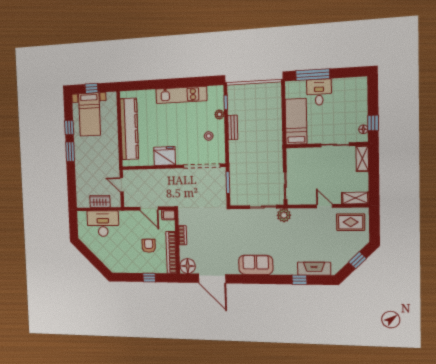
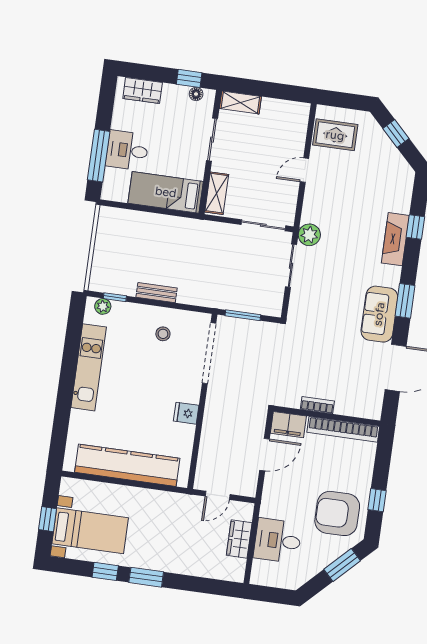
wardrobe: (360, 94) -> (143, 90), added
plant: (219, 114) -> (103, 306), moved
fridge: (165, 156) -> (186, 413), width x0.53, depth x0.75
shelving: (355, 198) -> (217, 193), moved
filing cabinet: (168, 215) -> (288, 425), width x2.00
rug: (351, 222) -> (335, 135), turned 90
desk: (103, 224) -> (278, 541), width x0.73
armchair: (149, 246) -> (337, 513), moved, width x1.88, depth x1.88
window: (96, 262) -> (342, 565), added
sofa: (256, 265) -> (379, 314), moved
floor lamp: (188, 266) -> (370, 405), removed
fireplace: (314, 269) -> (395, 239), moved
window: (149, 278) -> (377, 500), moved
window: (253, 279) -> (405, 301), added

